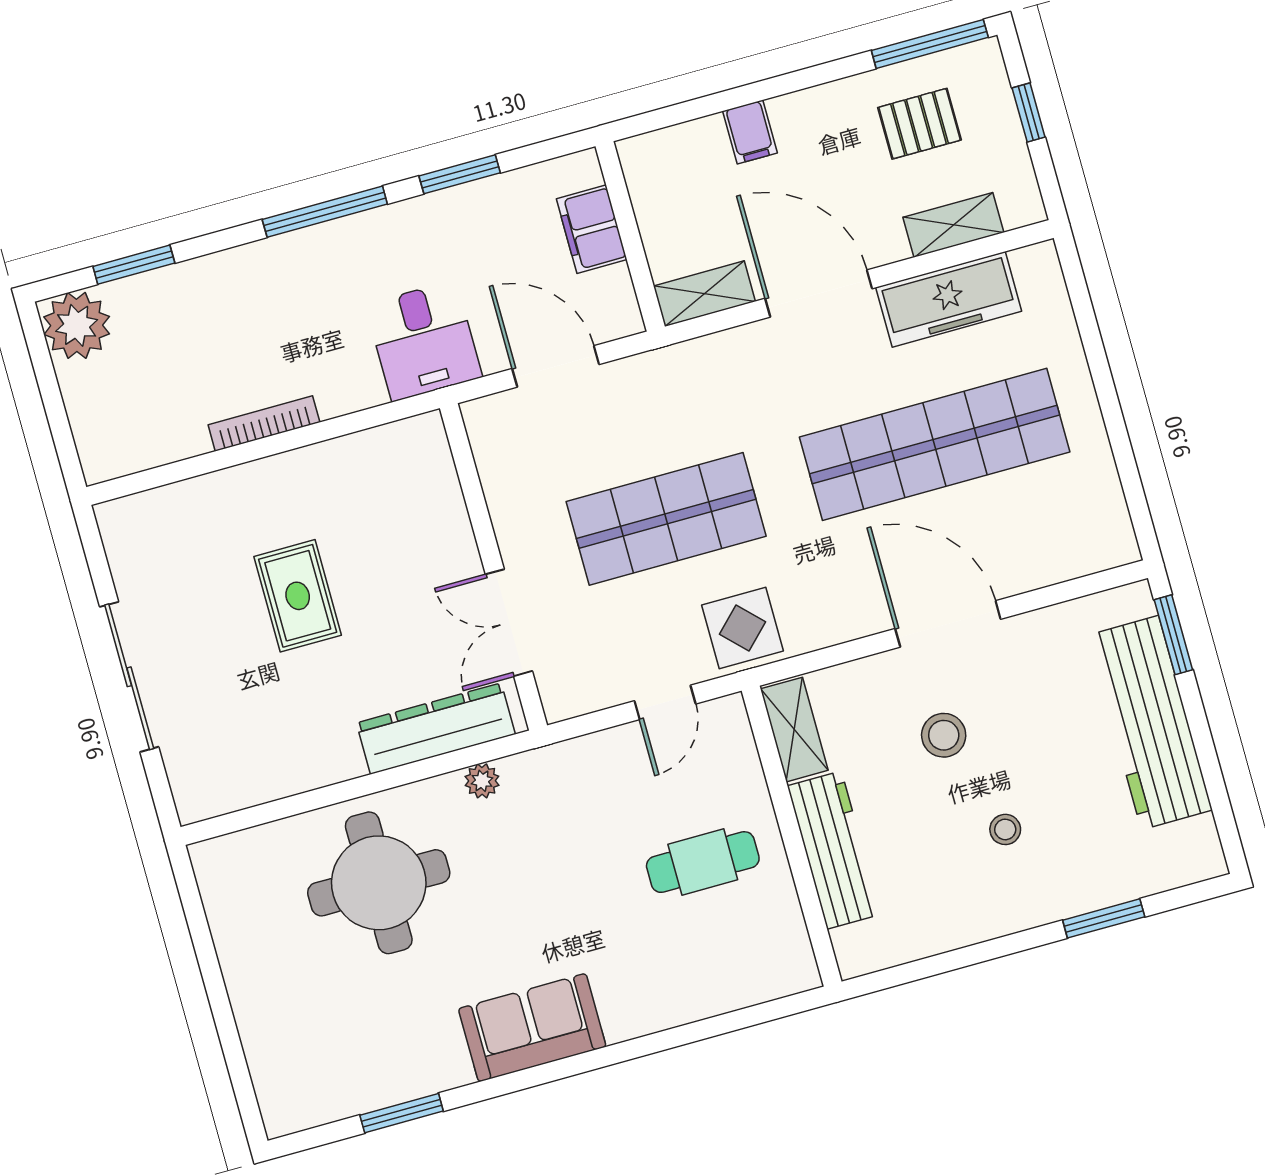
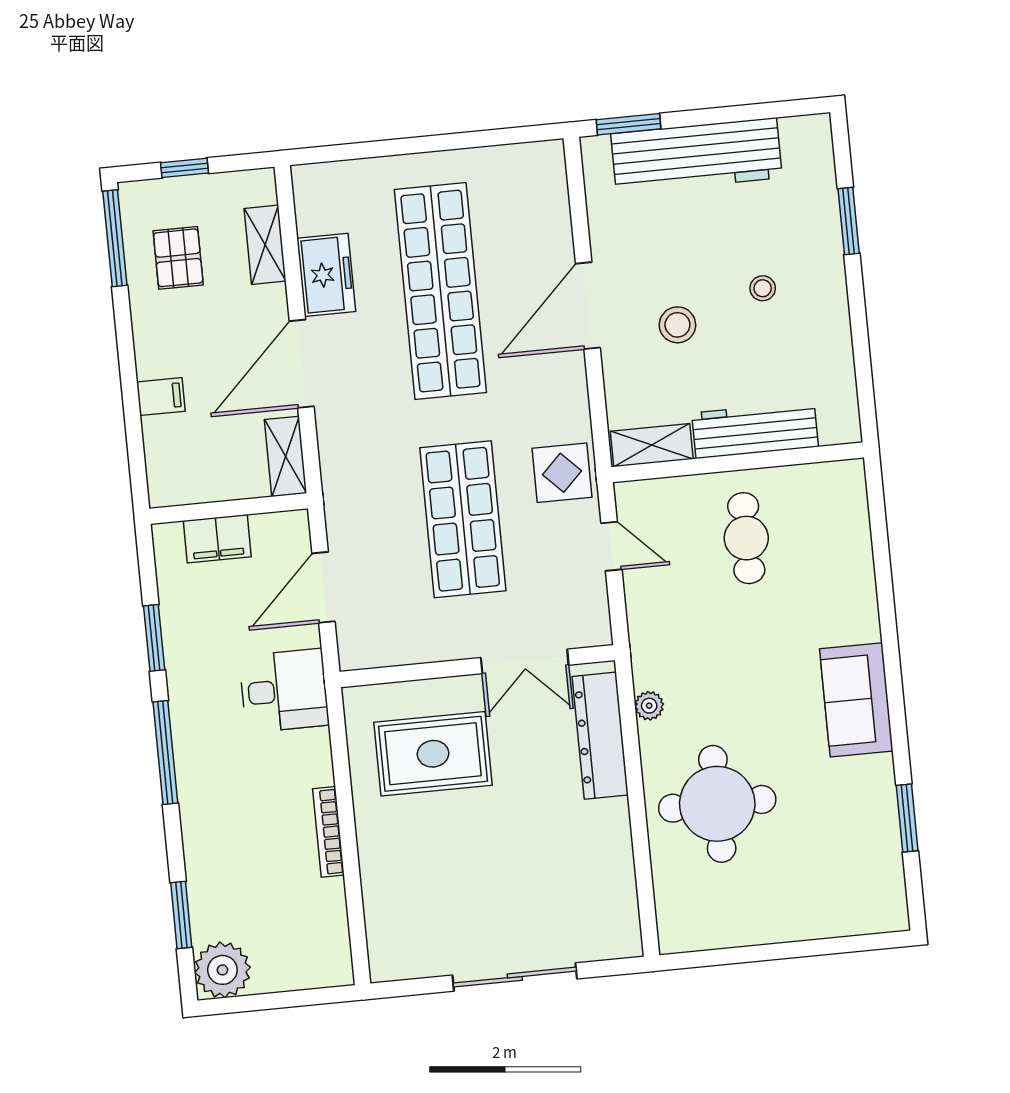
freezer: (949, 299) -> (326, 275), width x0.71
rug: (298, 596) -> (433, 754), moved, width x1.36, depth x1.43

